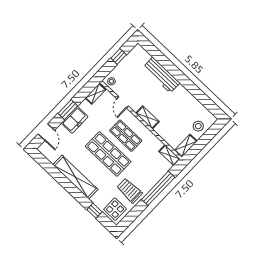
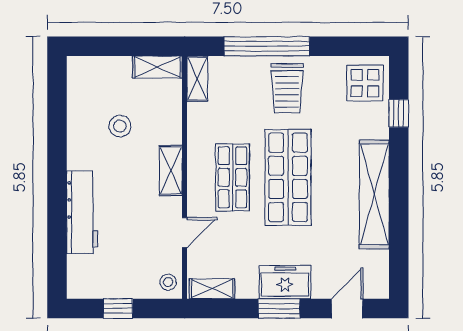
stool: (198, 126) -> (120, 126), moved
trolley: (130, 191) -> (287, 88), moved

